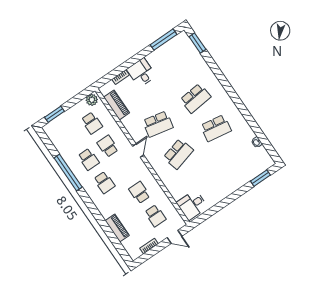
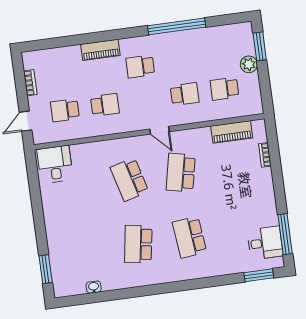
desk: (141, 73) -> (265, 243), moved
plant: (92, 100) -> (249, 64), moved
school desk: (89, 159) -> (180, 61), removed
piano: (117, 228) -> (100, 50), moved

